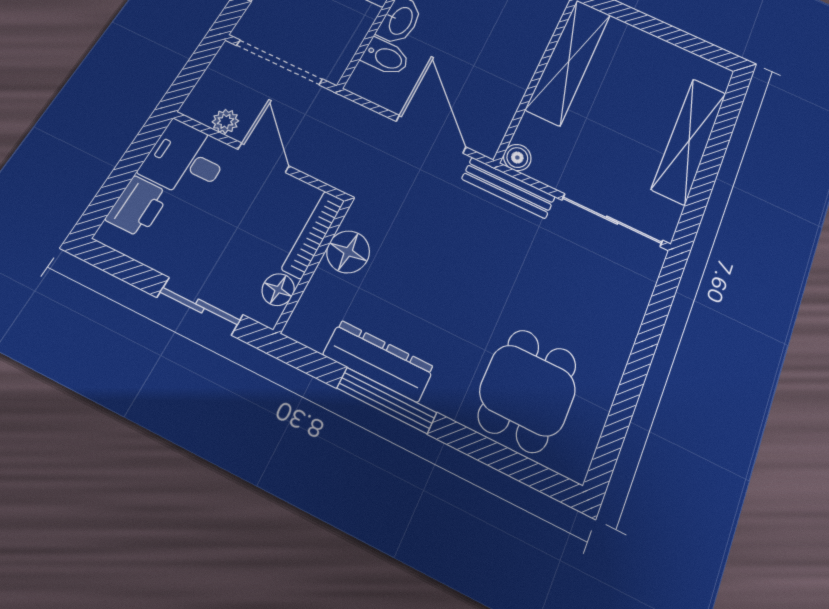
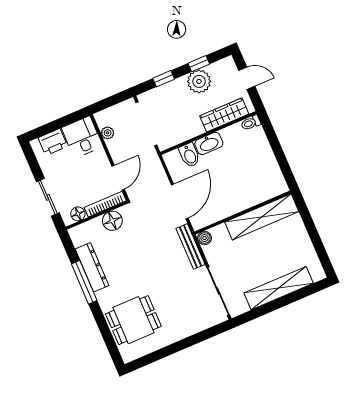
door: (263, 158) -> (118, 178), moved

